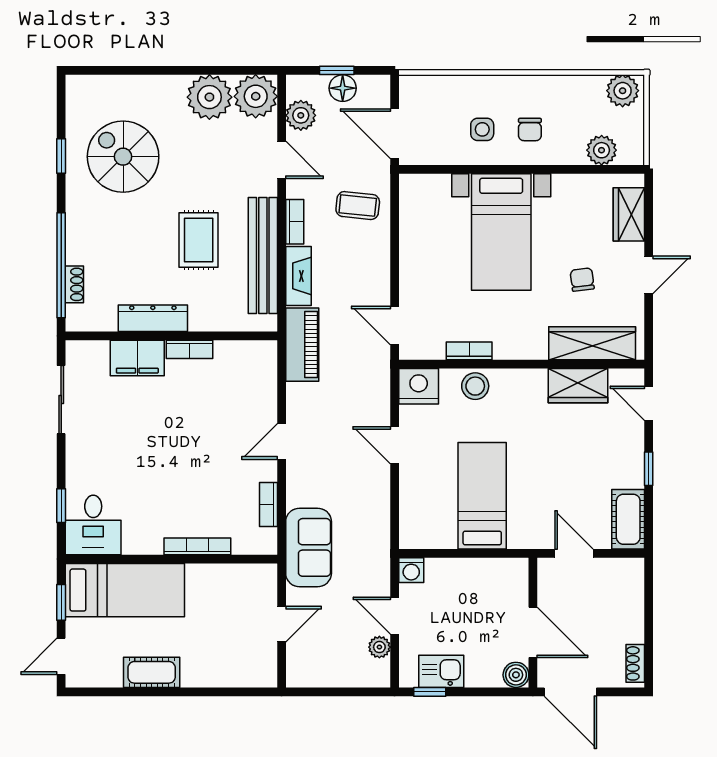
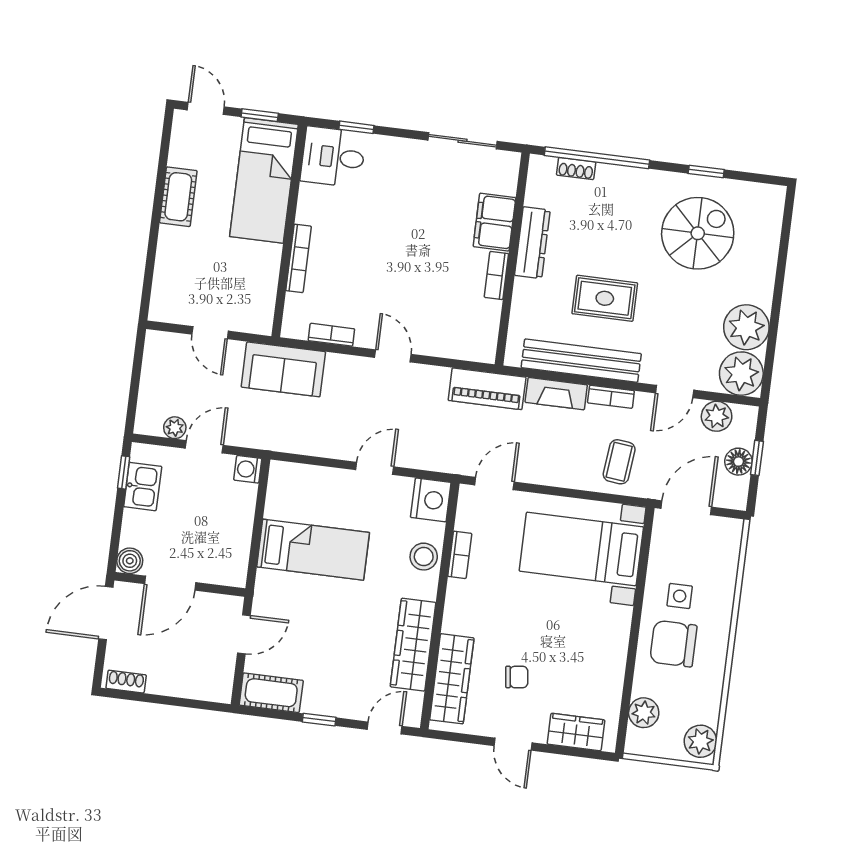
chair: (530, 129) -> (673, 644), width x1.87, depth x1.87
bed with nightstands: (501, 232) -> (581, 549), moved
wardrobe: (578, 386) -> (413, 645), width x1.50

